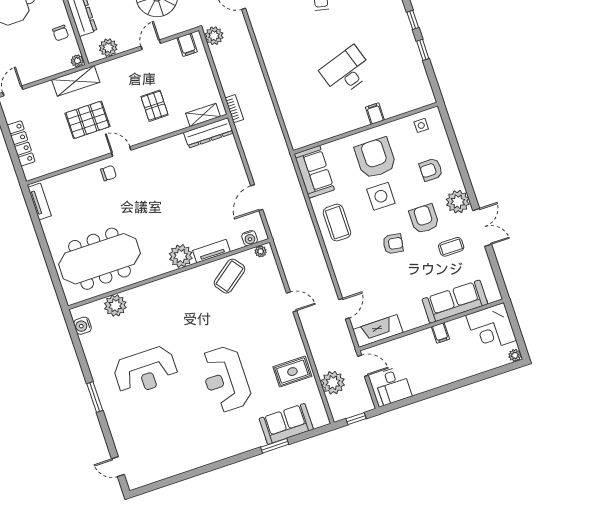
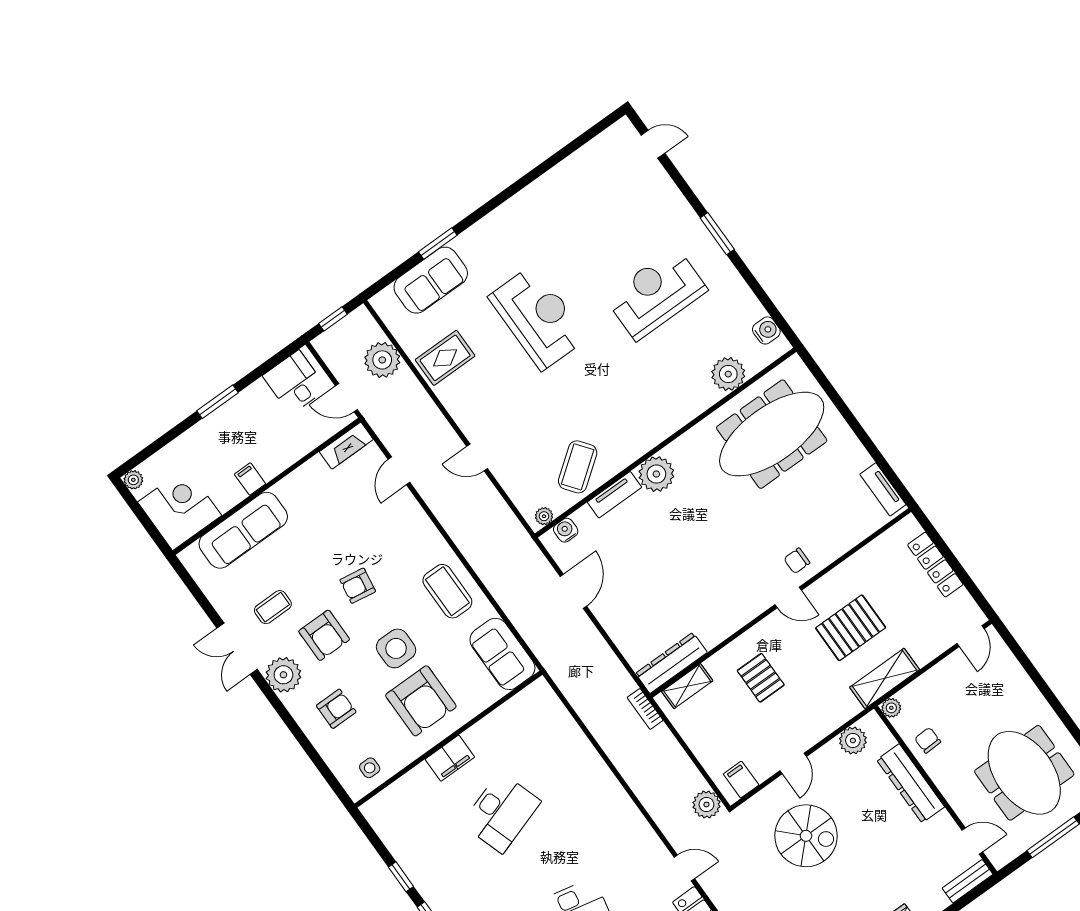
filing cabinet: (375, 114) -> (450, 758), width x2.00
fireplace: (378, 331) -> (346, 446), width x0.73, depth x0.76
window: (446, 388) -> (217, 402), added

